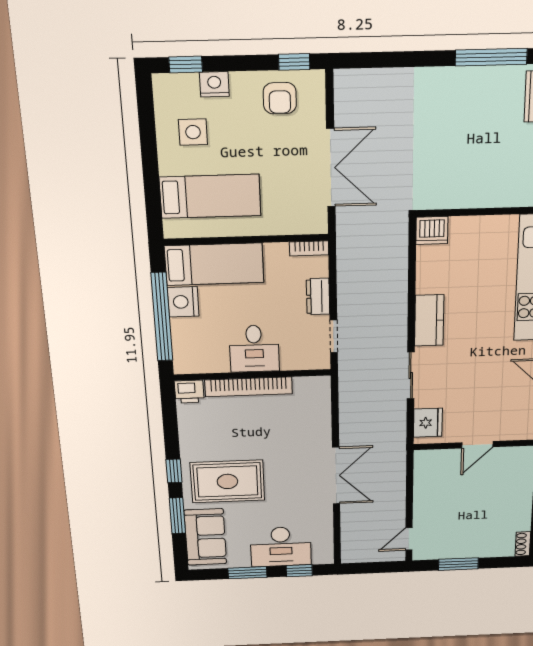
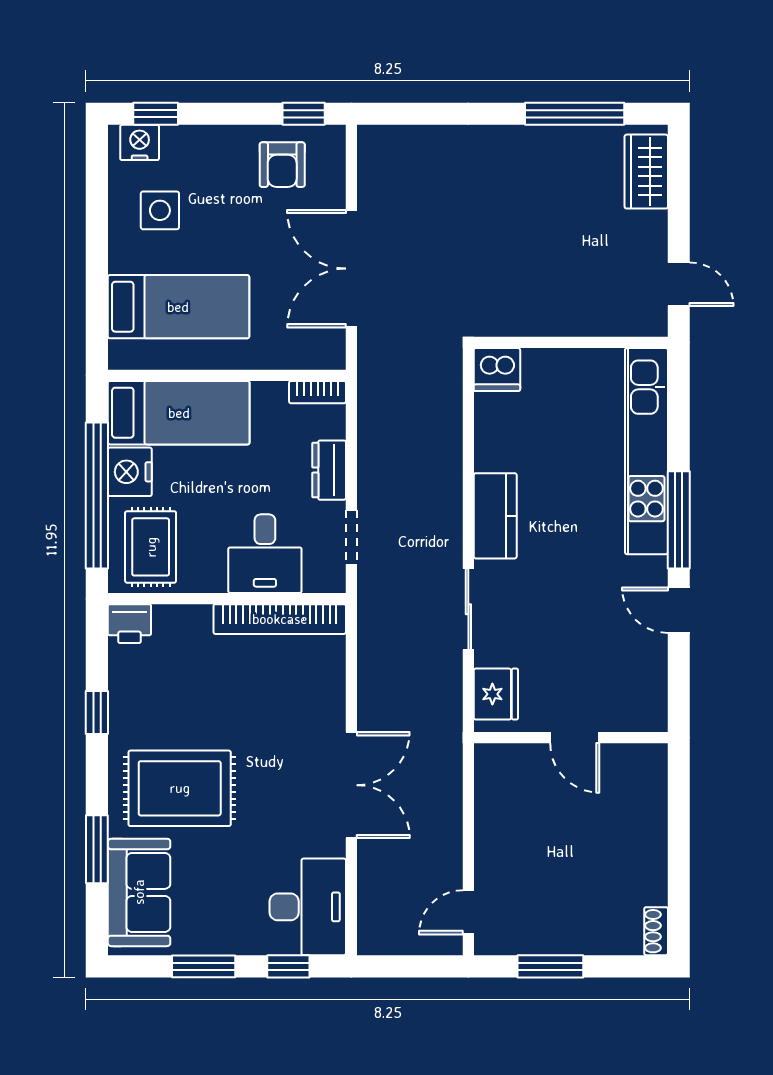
nightstand: (214, 84) -> (140, 142), moved
double door: (331, 168) -> (351, 269), swing flipped
rug: (200, 346) -> (151, 547), added
desk: (254, 349) -> (265, 554), moved
bookcase: (249, 387) -> (280, 619), moved
door: (477, 445) -> (575, 738), hinge flipped
window: (174, 471) -> (97, 712), moved
desk: (281, 547) -> (308, 907), moved, turned -90

